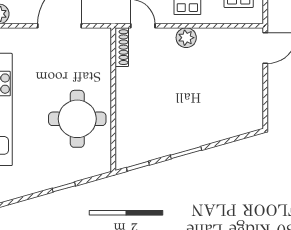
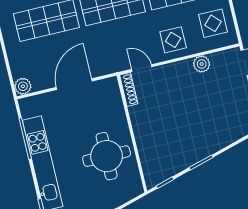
plant: (186, 38) -> (202, 64), moved

